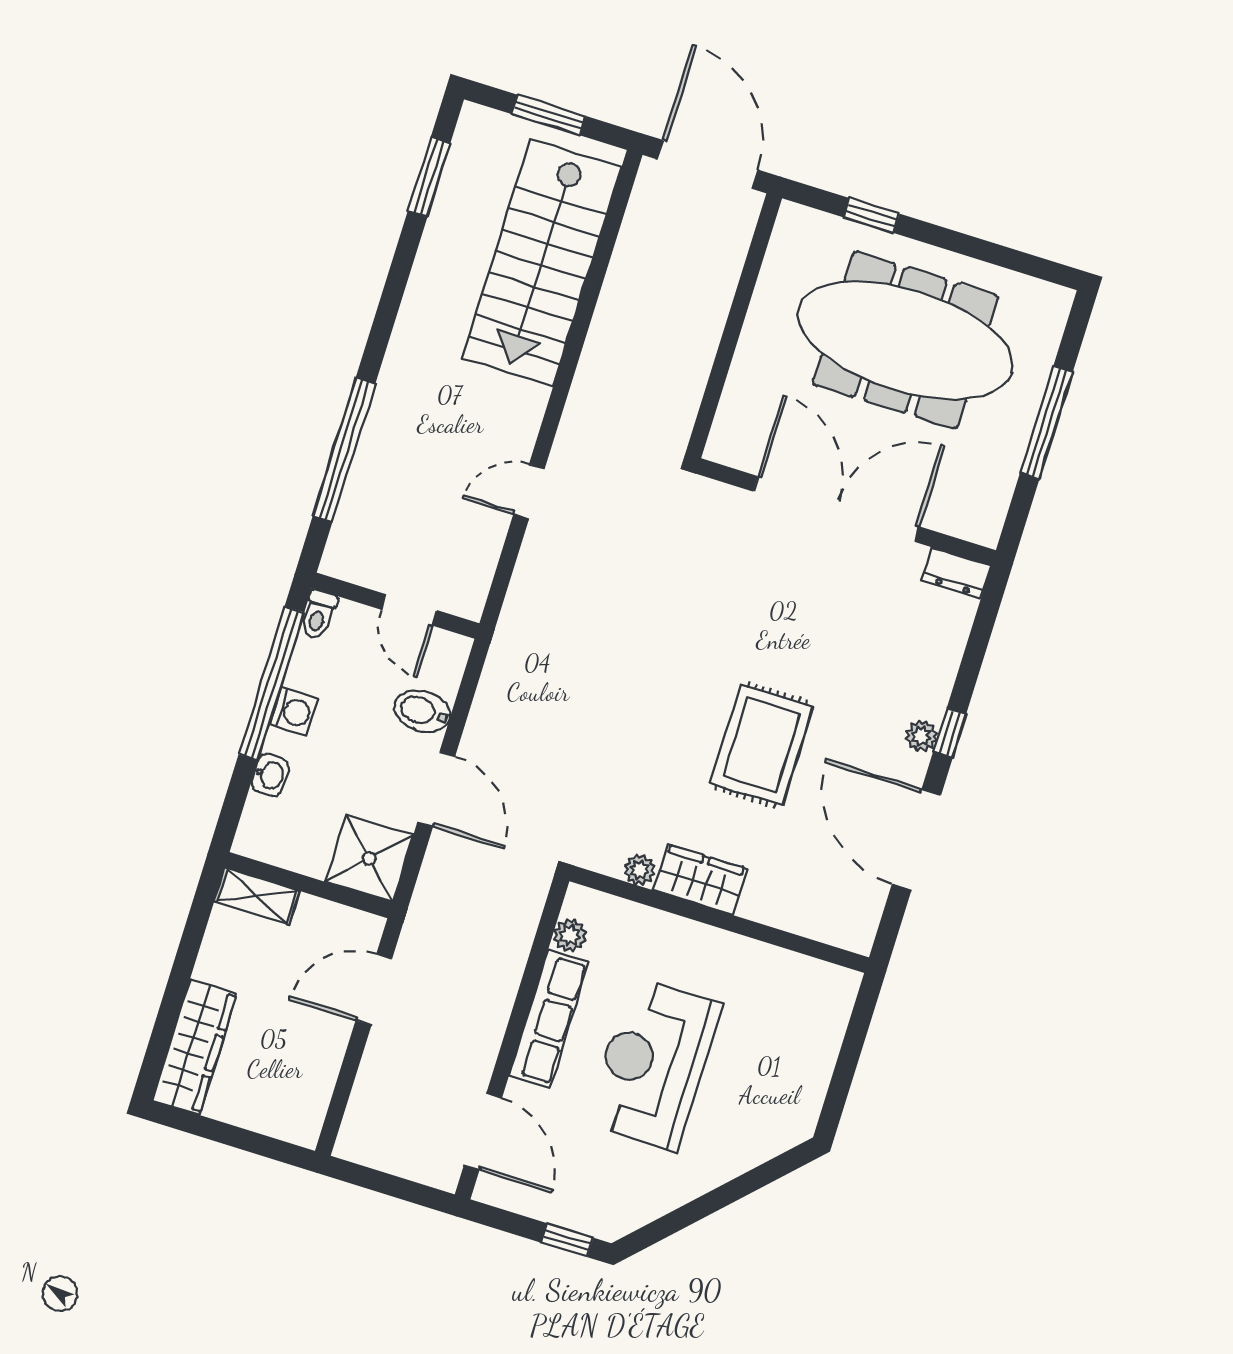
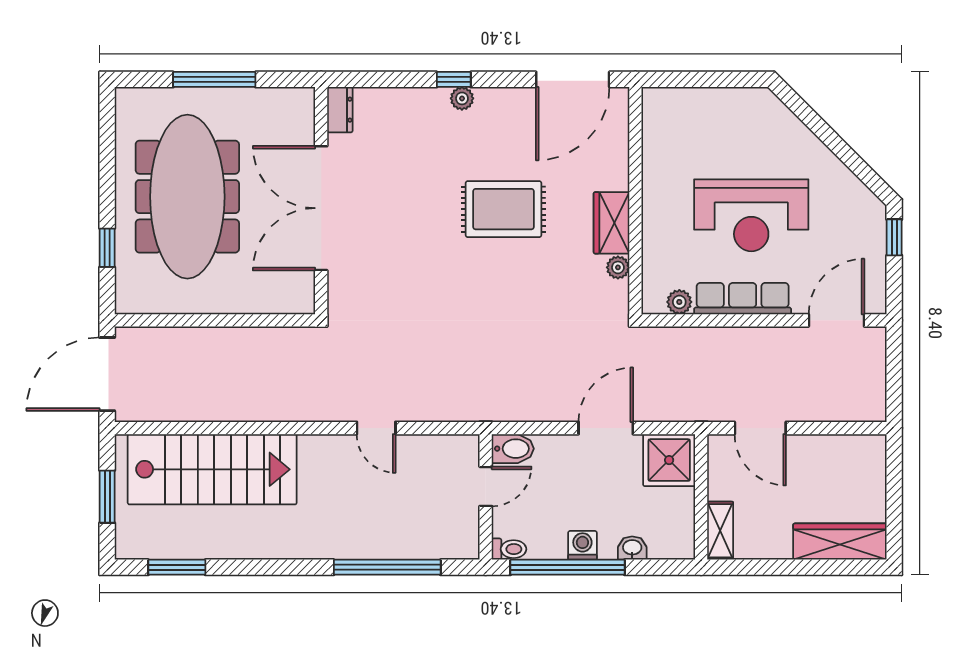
bidet: (422, 711) -> (513, 449), moved, turned -90
door: (916, 839) -> (573, 79), moved

